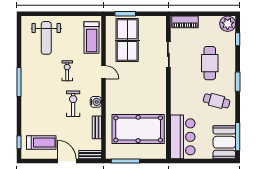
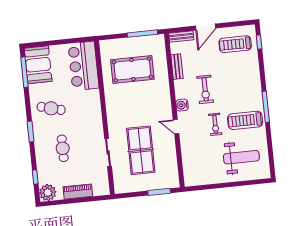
piano: (185, 22) -> (78, 192), moved
treadmill: (92, 37) -> (245, 120), moved, turned -90
weight bench: (46, 38) -> (241, 157), turned 90
table tennis table: (127, 40) -> (141, 150), moved
cafe table: (210, 63) -> (63, 148), width x0.73, depth x0.74
water cooler: (96, 102) -> (182, 105), moved
pool table: (138, 129) -> (132, 69), width x0.73, depth x0.76
door: (67, 161) -> (205, 27), hinge flipped

